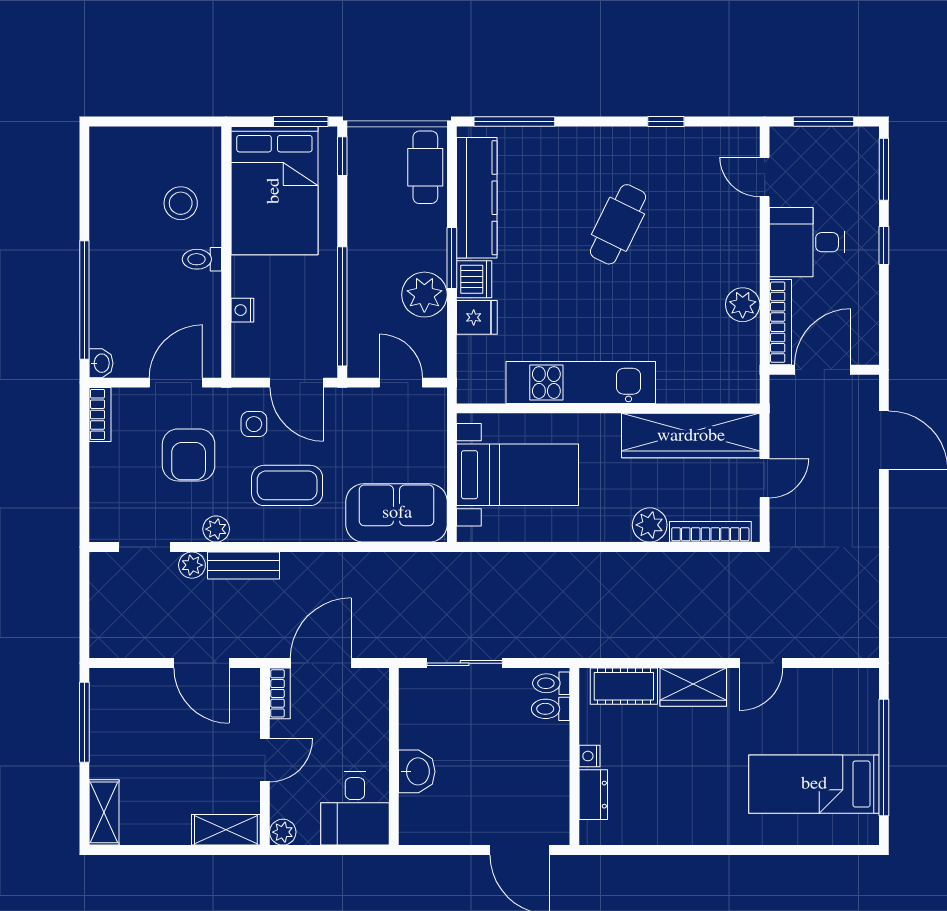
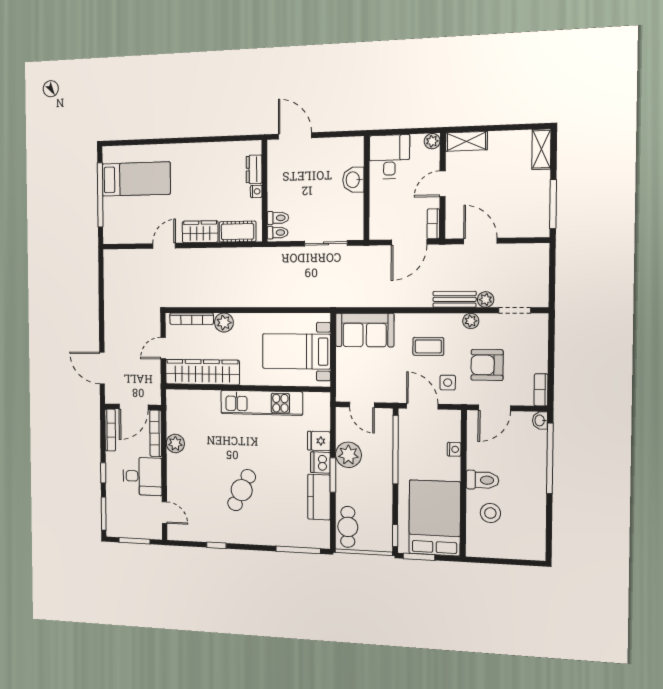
kitchen counter: (477, 198) -> (319, 497), width x0.67
toilet: (202, 259) -> (482, 480), width x1.37, depth x1.39
bookcase: (869, 326) -> (110, 430), added
armchair: (189, 455) -> (487, 365), turned -90
coffee table: (287, 485) -> (428, 346), width x0.73, depth x0.77

